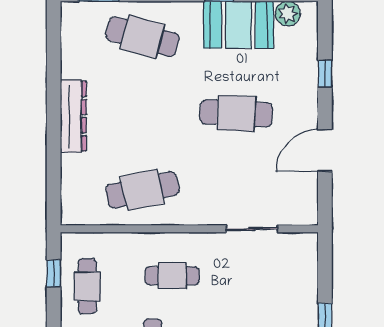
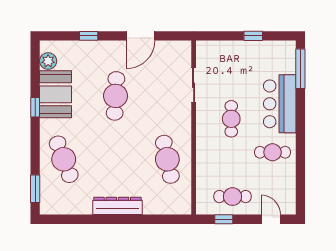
cafe table: (142, 37) -> (64, 159), turned -36
door: (325, 150) -> (141, 36), hinge flipped
cafe table: (172, 276) -> (231, 119), moved

